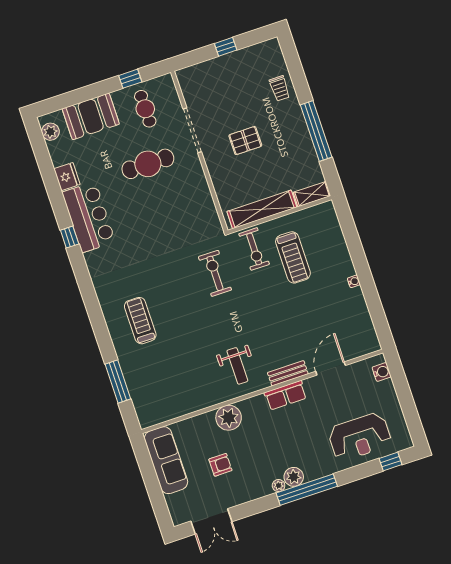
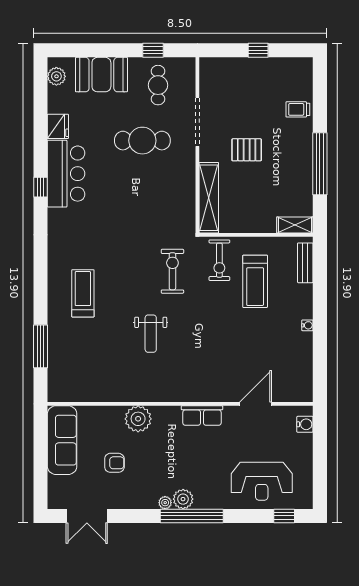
trolley: (280, 88) -> (298, 109), turned 90
shelving: (262, 209) -> (209, 198), moved, turned 90
weight bench: (237, 366) -> (151, 334), moved
bench: (288, 373) -> (305, 263), moved, turned 90

